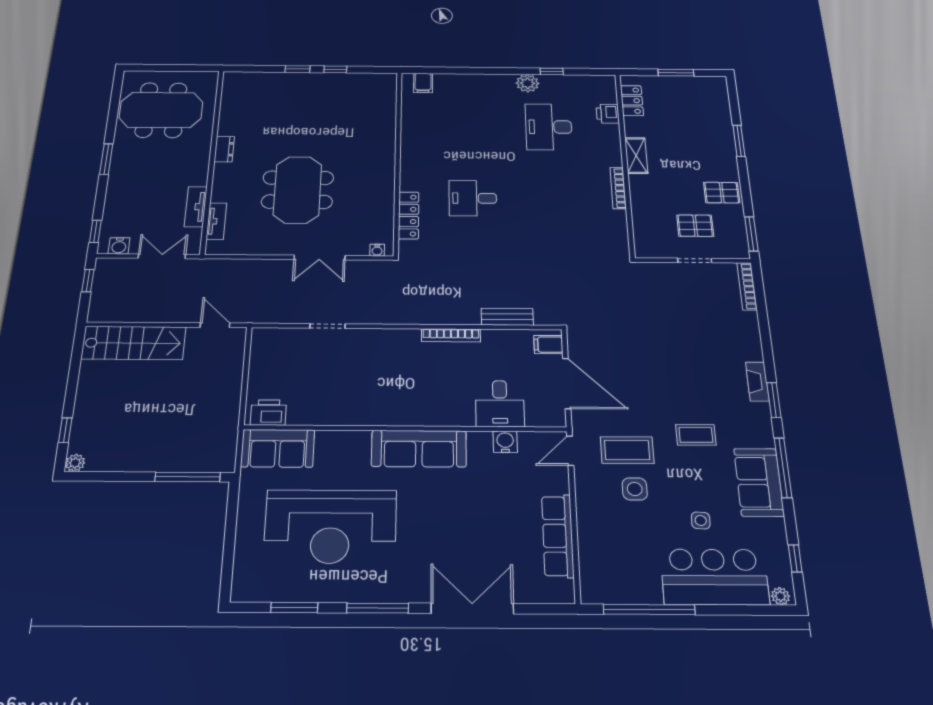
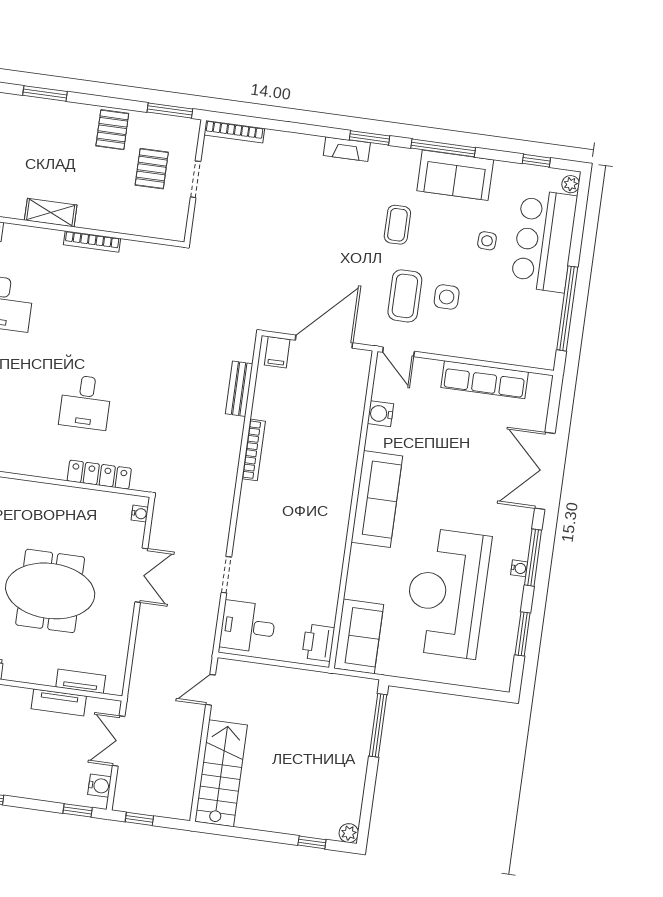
desk: (500, 404) -> (248, 627), moved, turned 180
reception desk: (330, 526) -> (447, 593), turned 180
water cooler: (365, 595) -> (519, 568), added

